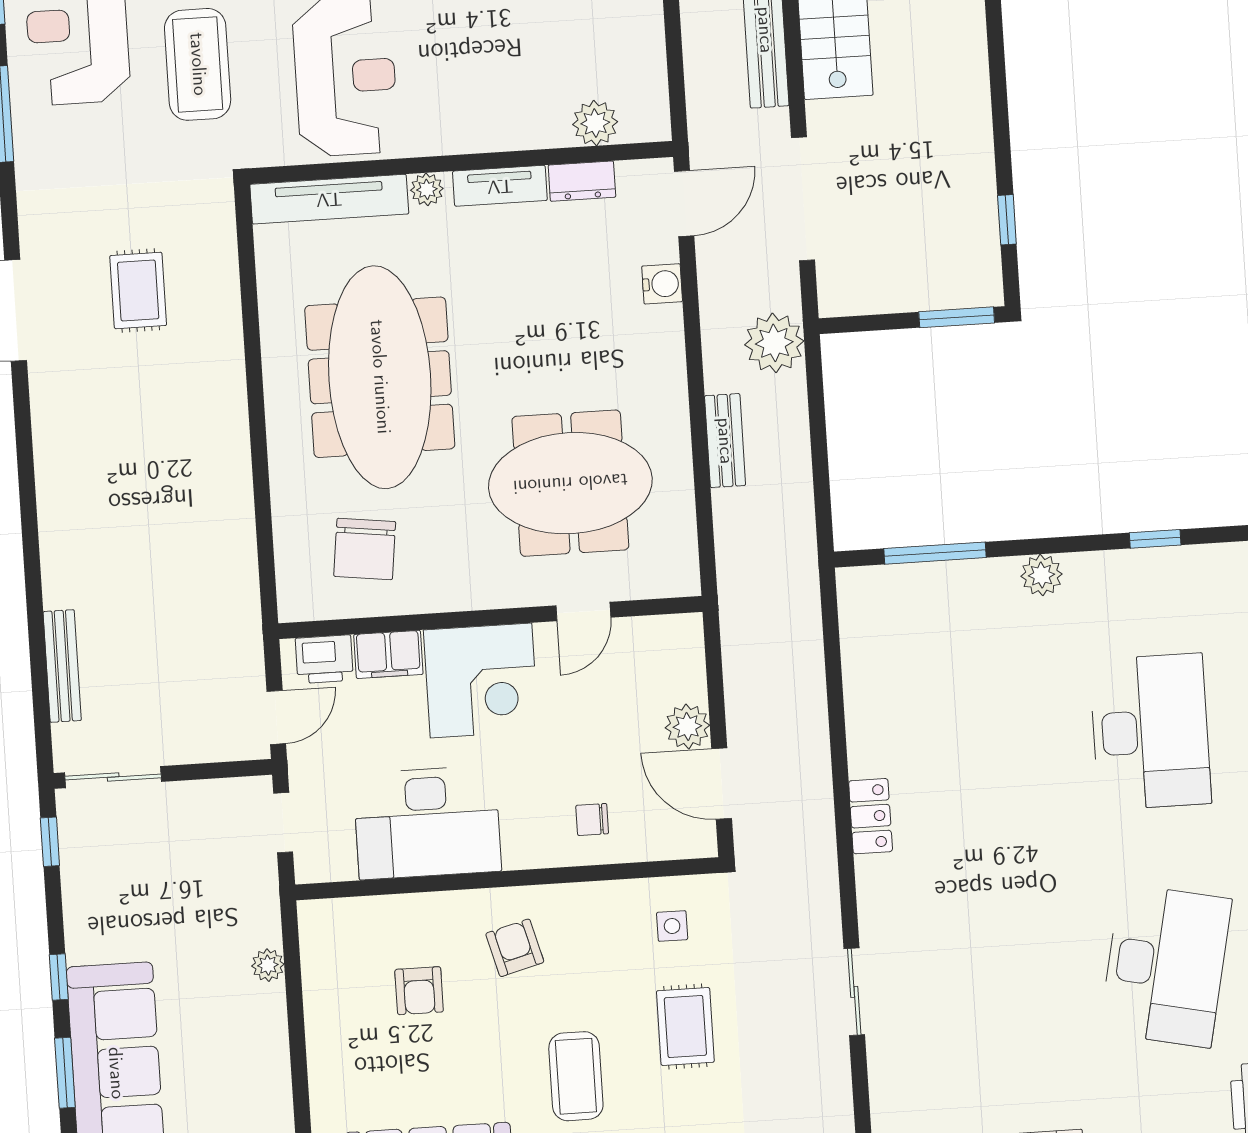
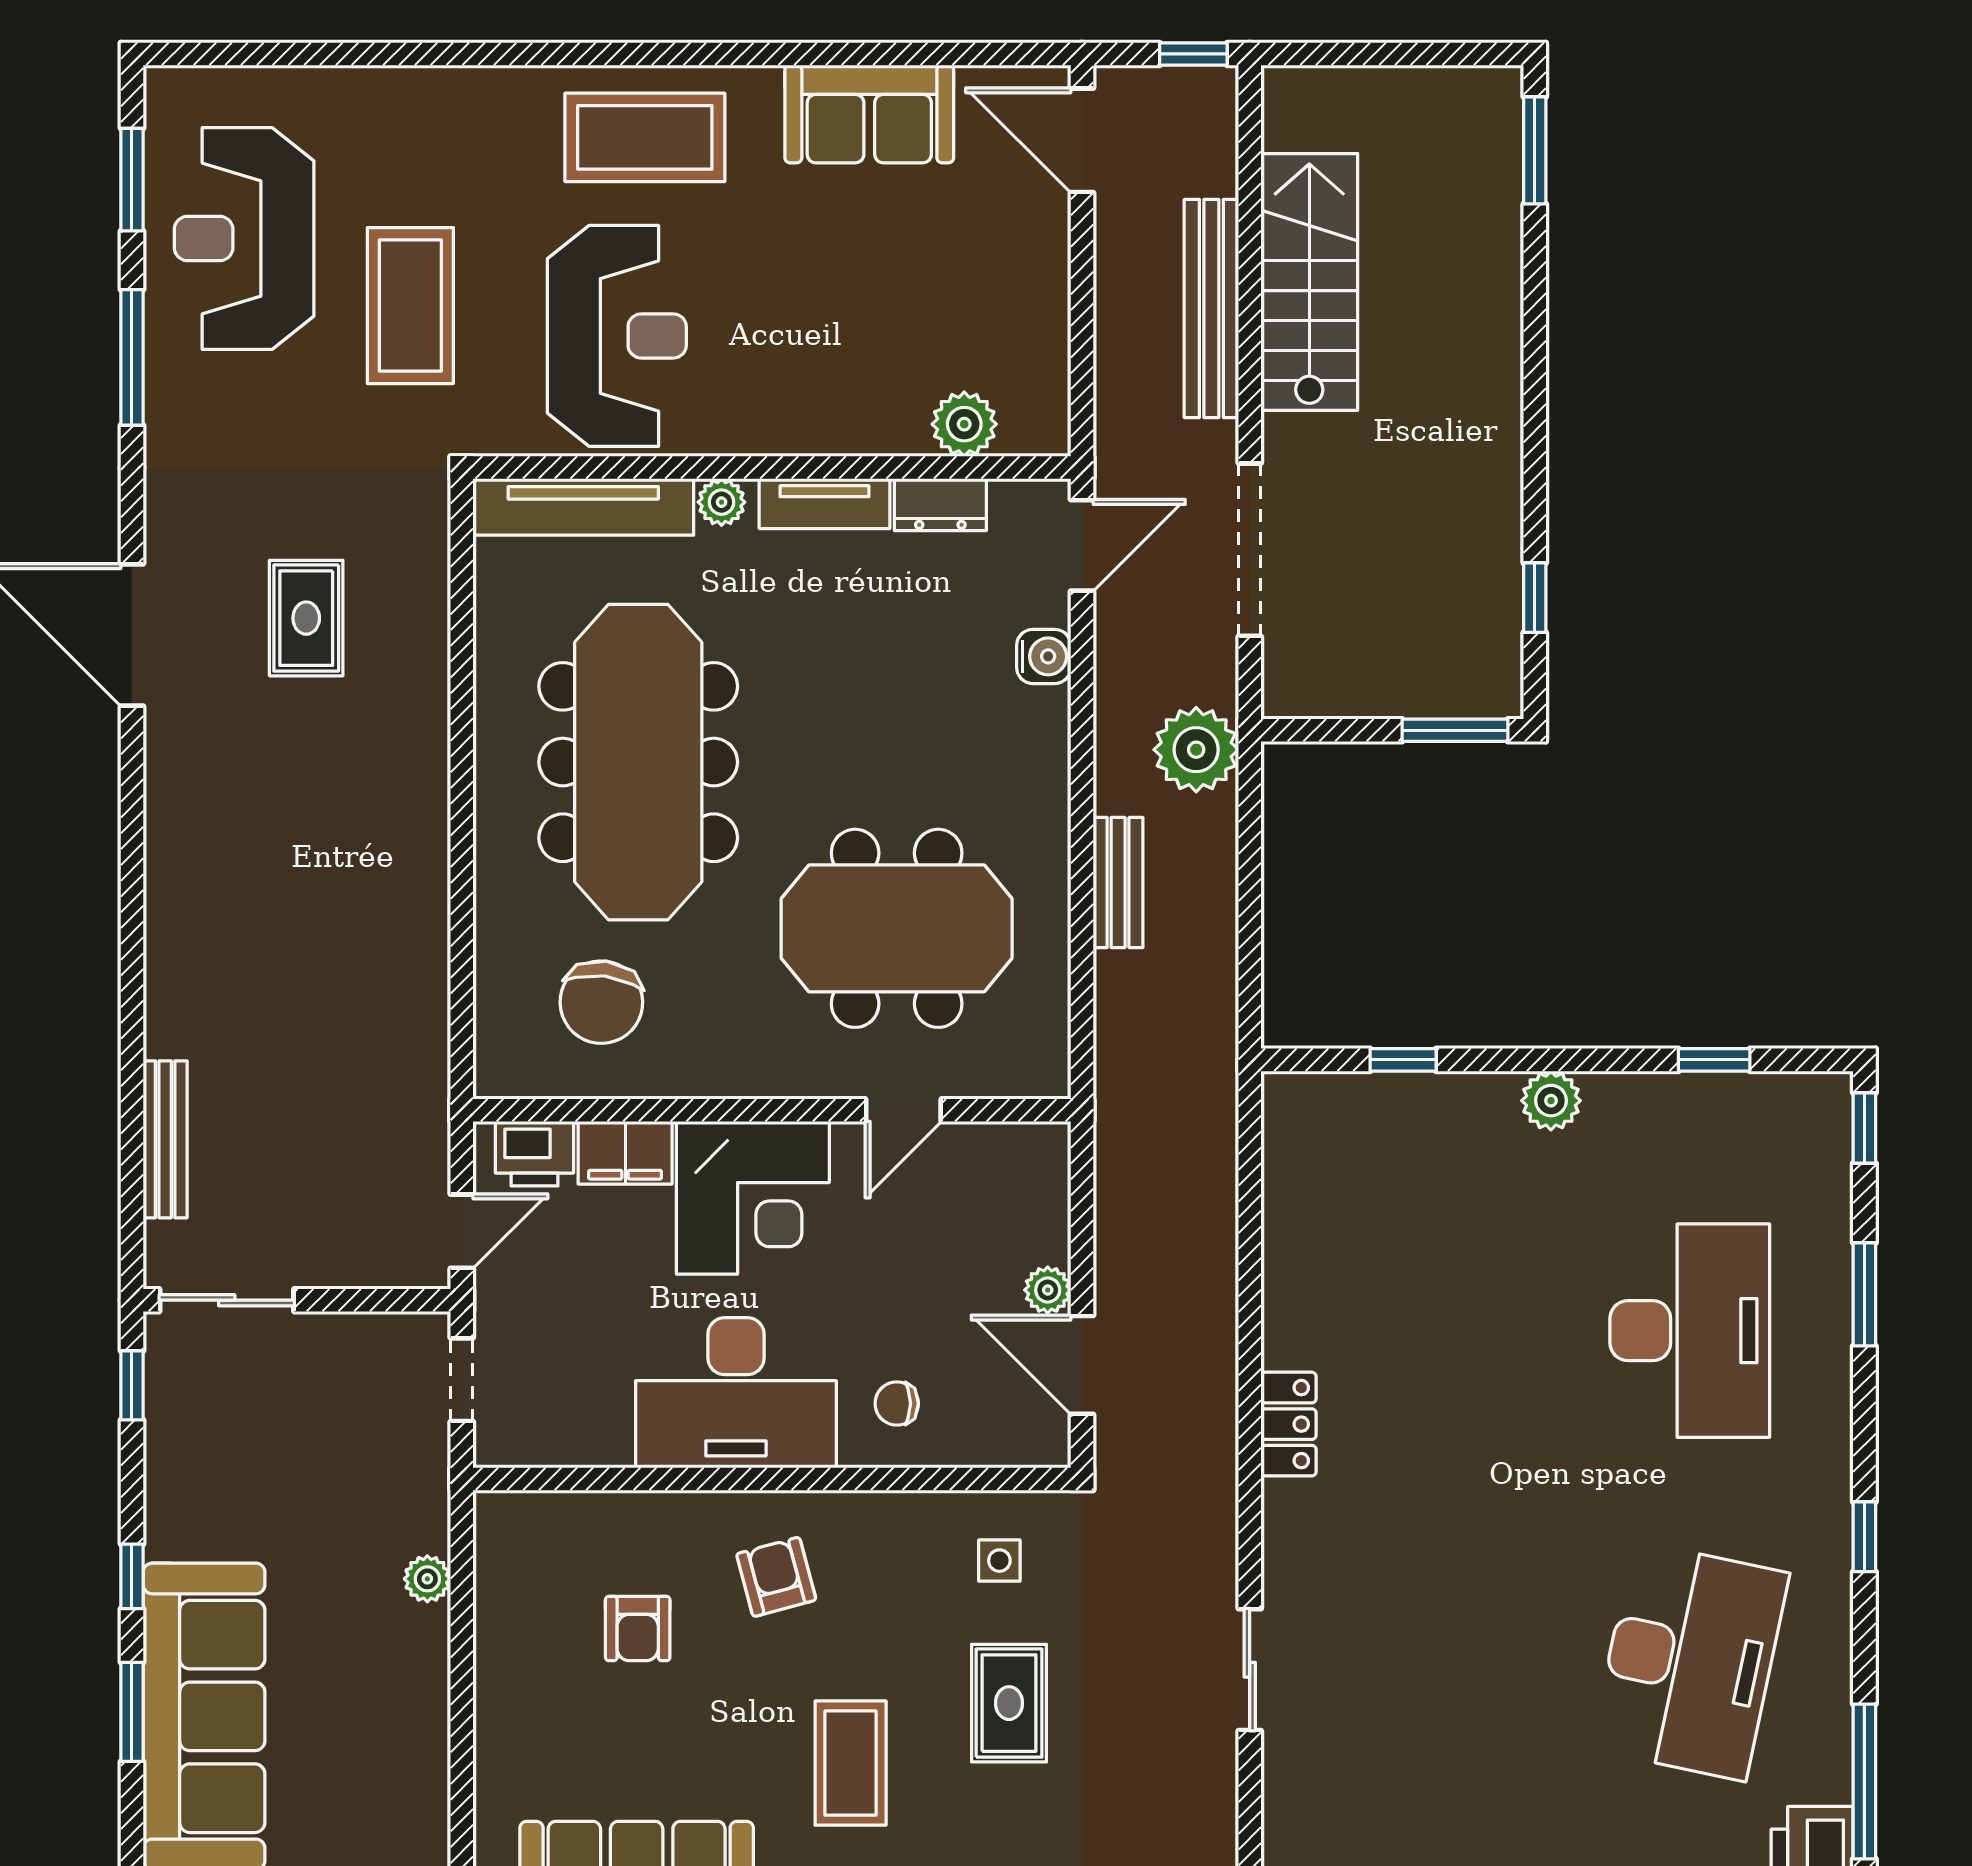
window: (935, 553) -> (1403, 1060), width x0.46
plant: (687, 726) -> (1048, 1290), width x0.73, depth x0.73
desk: (427, 823) -> (736, 1393), moved

